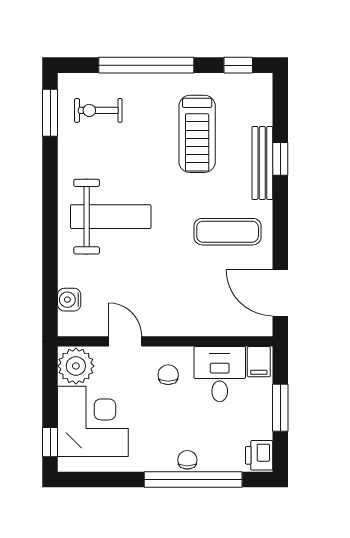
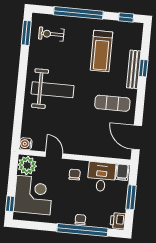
water cooler: (69, 300) -> (26, 144), moved

